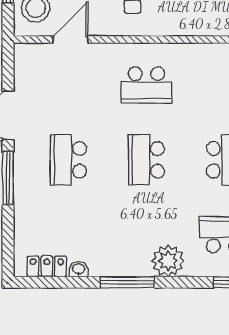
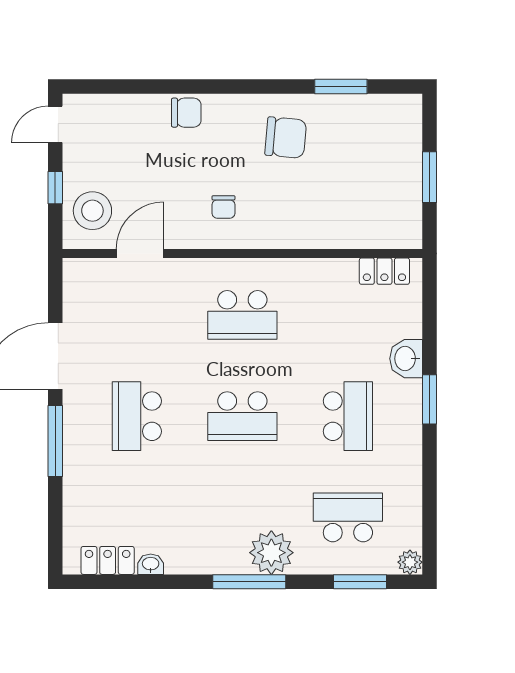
school desk: (146, 160) -> (242, 416), turned -90
window: (127, 282) -> (249, 582), moved

